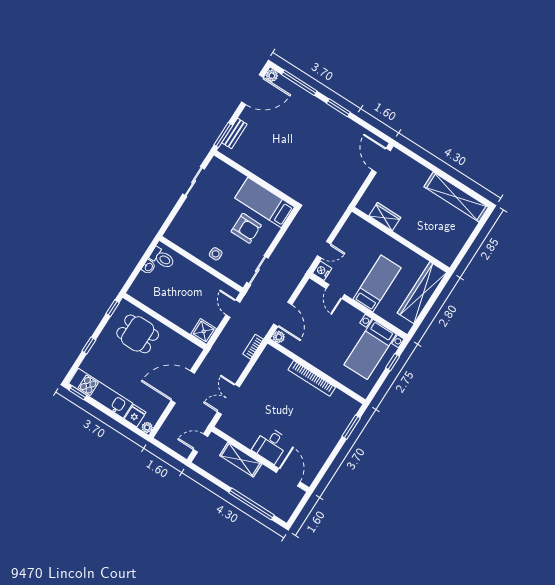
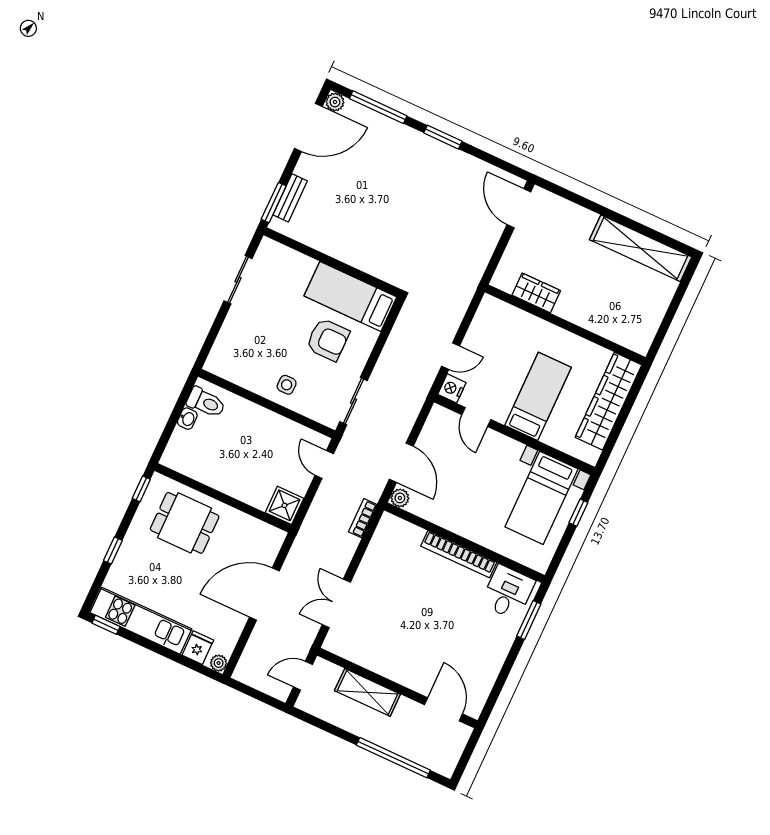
desk: (271, 445) -> (508, 592), moved, turned 180

